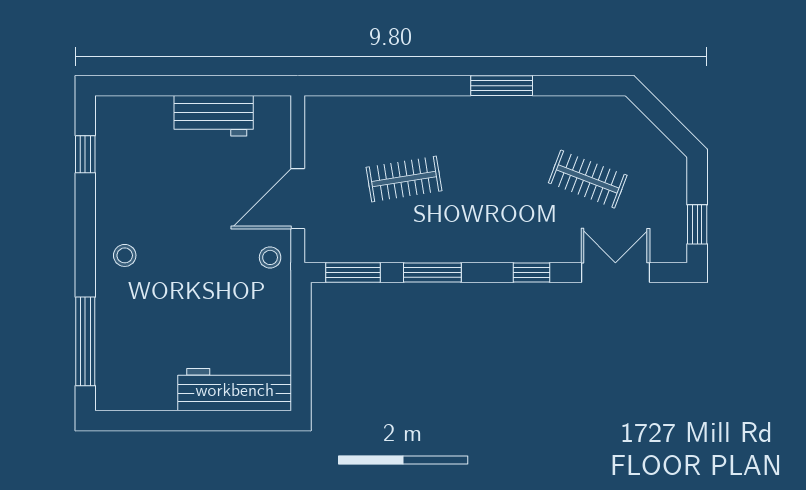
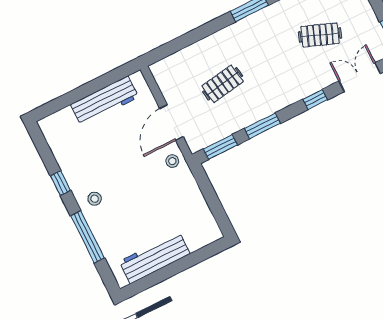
workbench: (214, 116) -> (105, 101), width x1.38
window: (85, 154) -> (61, 183), moved
window: (85, 341) -> (87, 237), moved
workbench: (235, 390) -> (155, 258), moved

